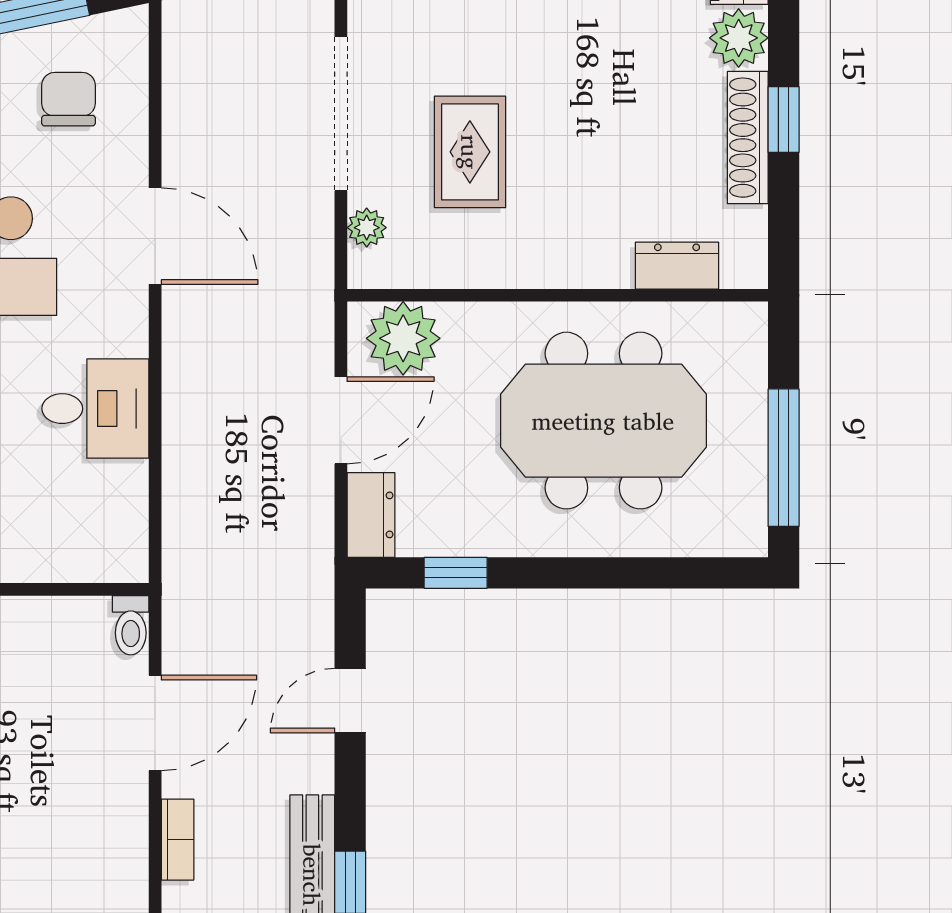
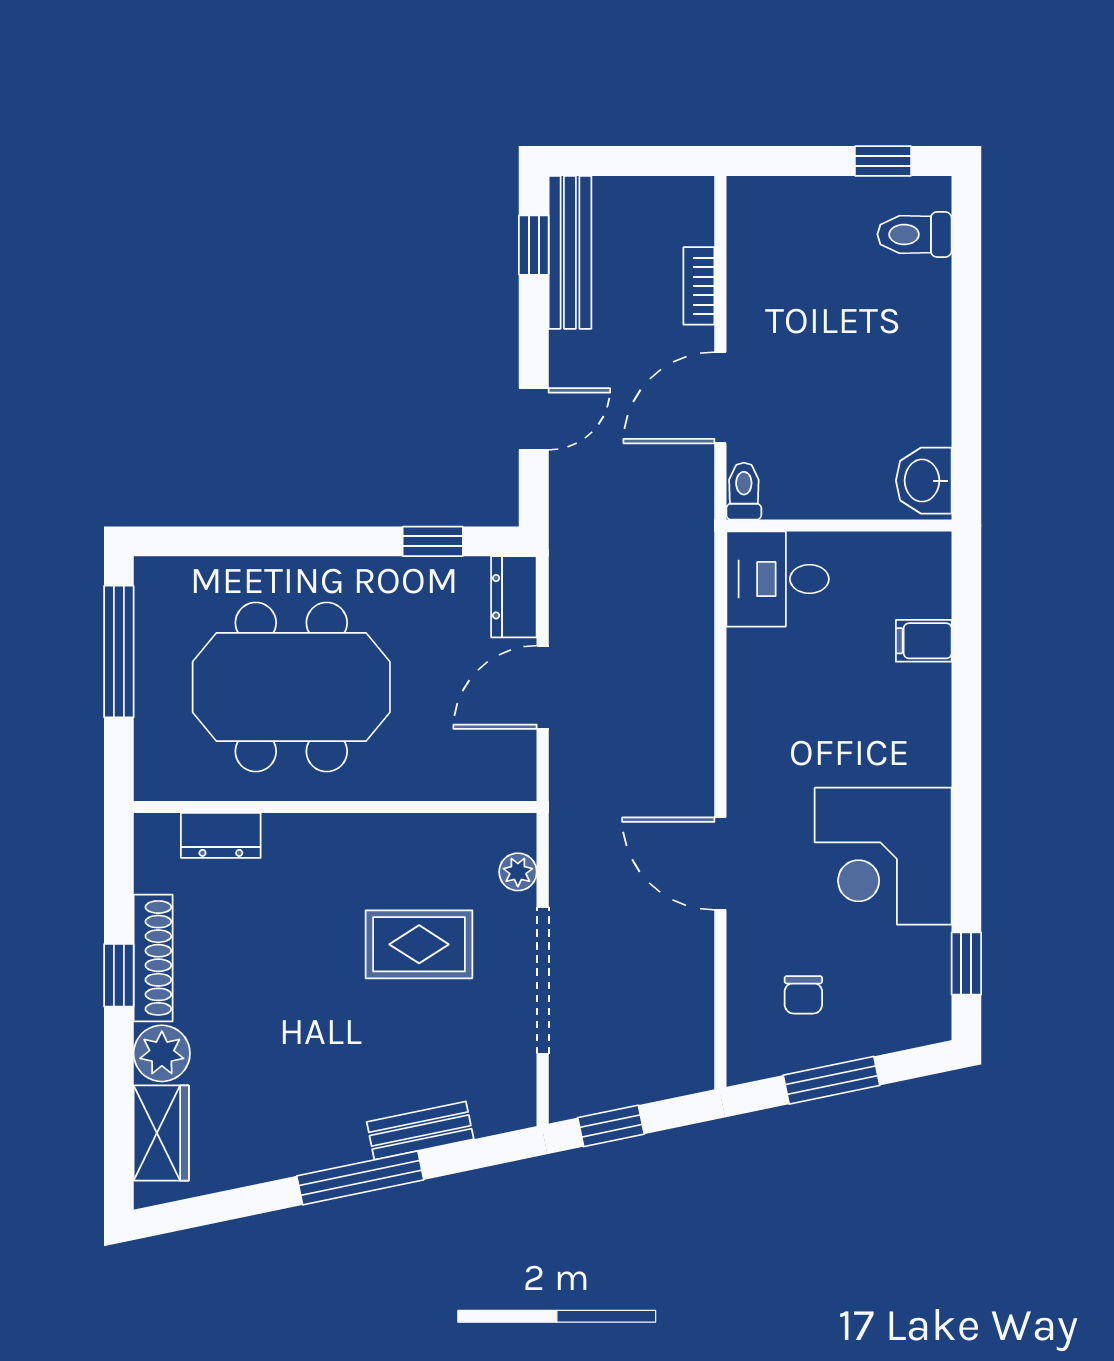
chair: (69, 99) -> (803, 995), width x0.73, depth x0.73
rug: (470, 152) -> (419, 944), turned 90
plant: (403, 338) -> (483, 766), removed
desk: (95, 409) -> (778, 579), moved

